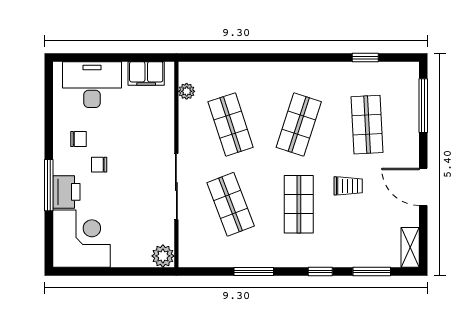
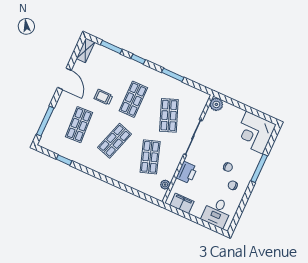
desk: (92, 85) -> (217, 212), width x0.73
printer: (66, 192) -> (187, 172), moved, turned 180

